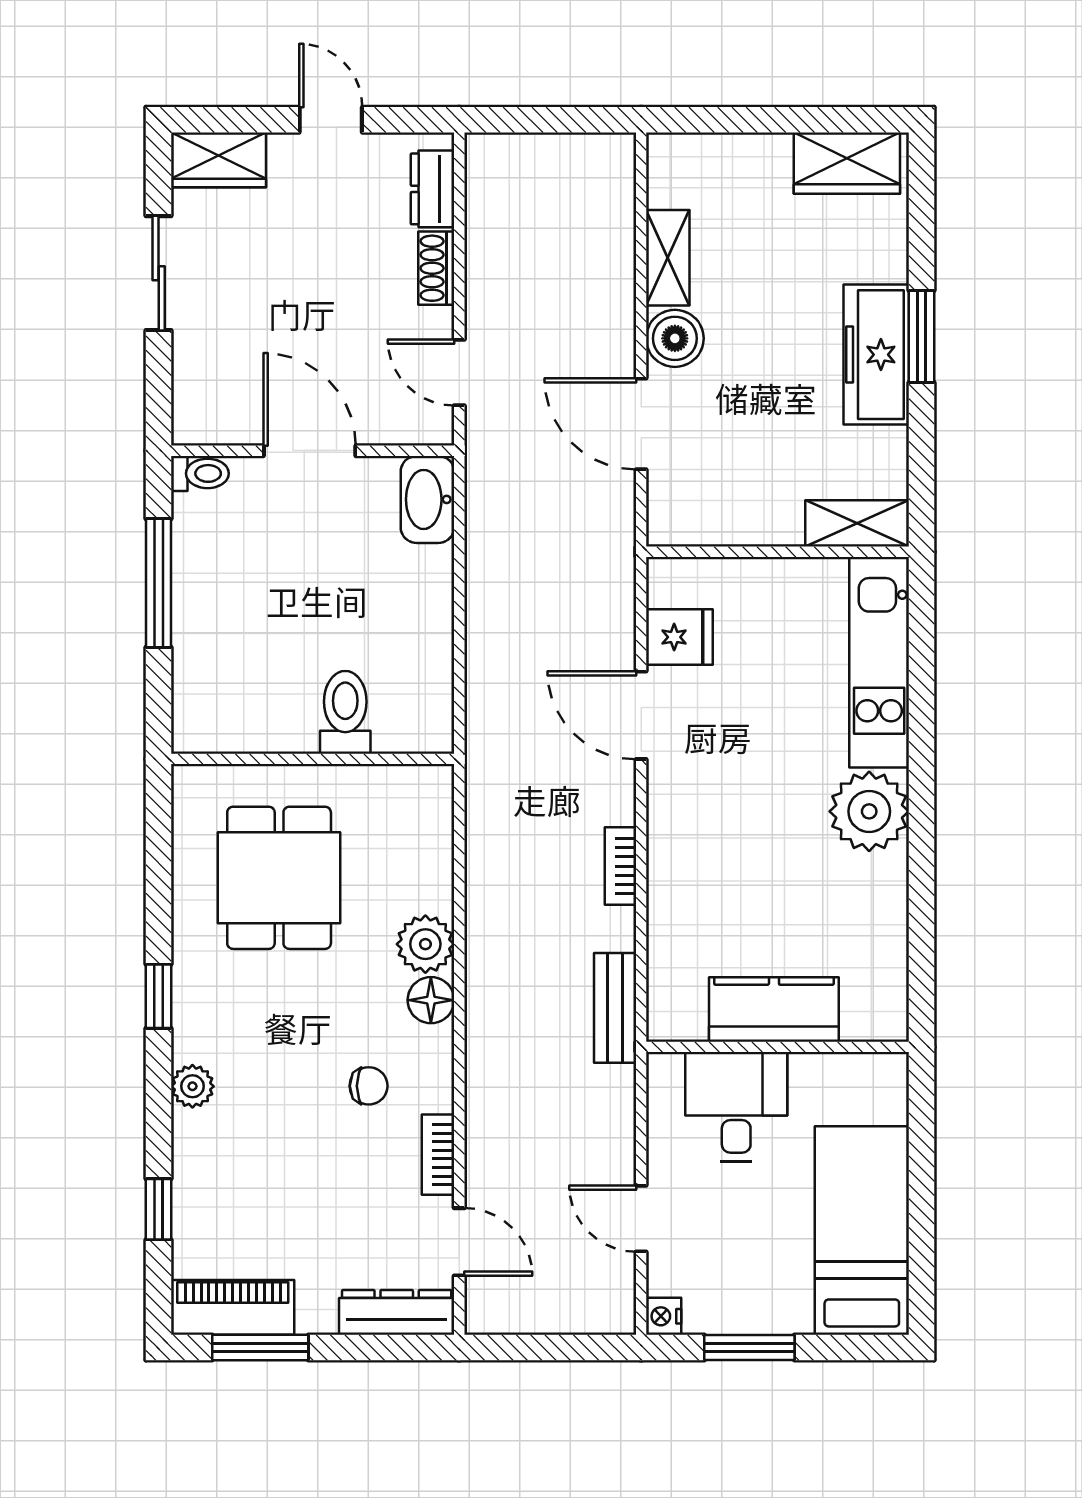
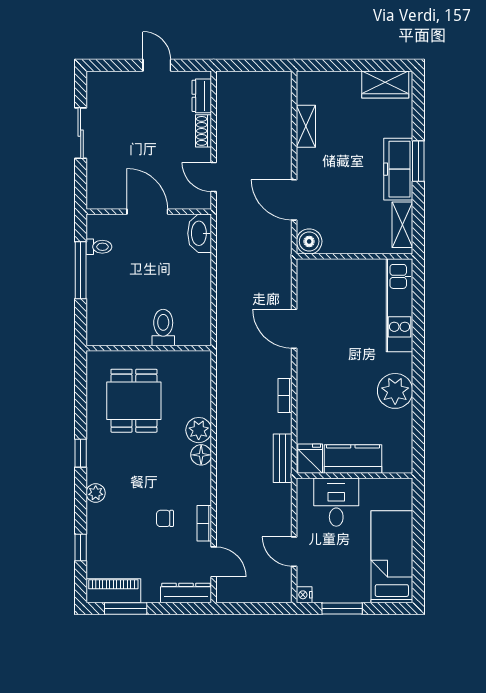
wardrobe: (219, 160) -> (107, 83), removed
boiler: (675, 338) -> (309, 241), moved
toilet: (200, 473) -> (99, 247), moved
shelving: (857, 523) -> (402, 225), moved, turned 90
fridge: (679, 637) -> (310, 459), moved, turned -90
plant: (869, 811) -> (395, 391), moved
chair: (369, 1086) -> (165, 518), moved, turned 180

